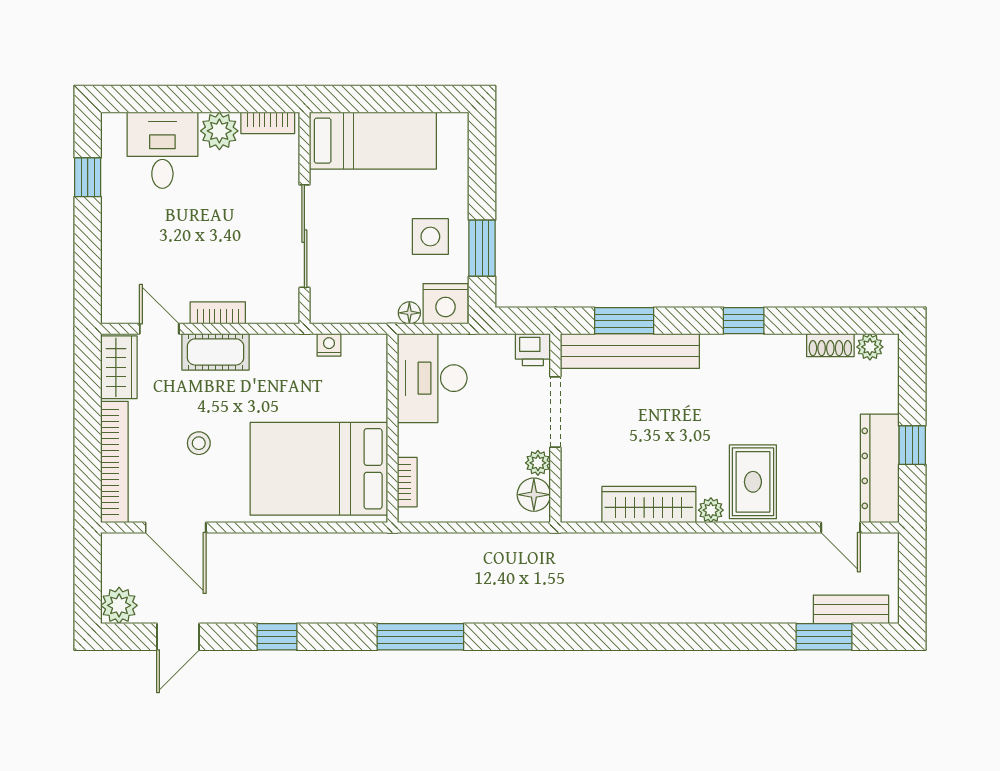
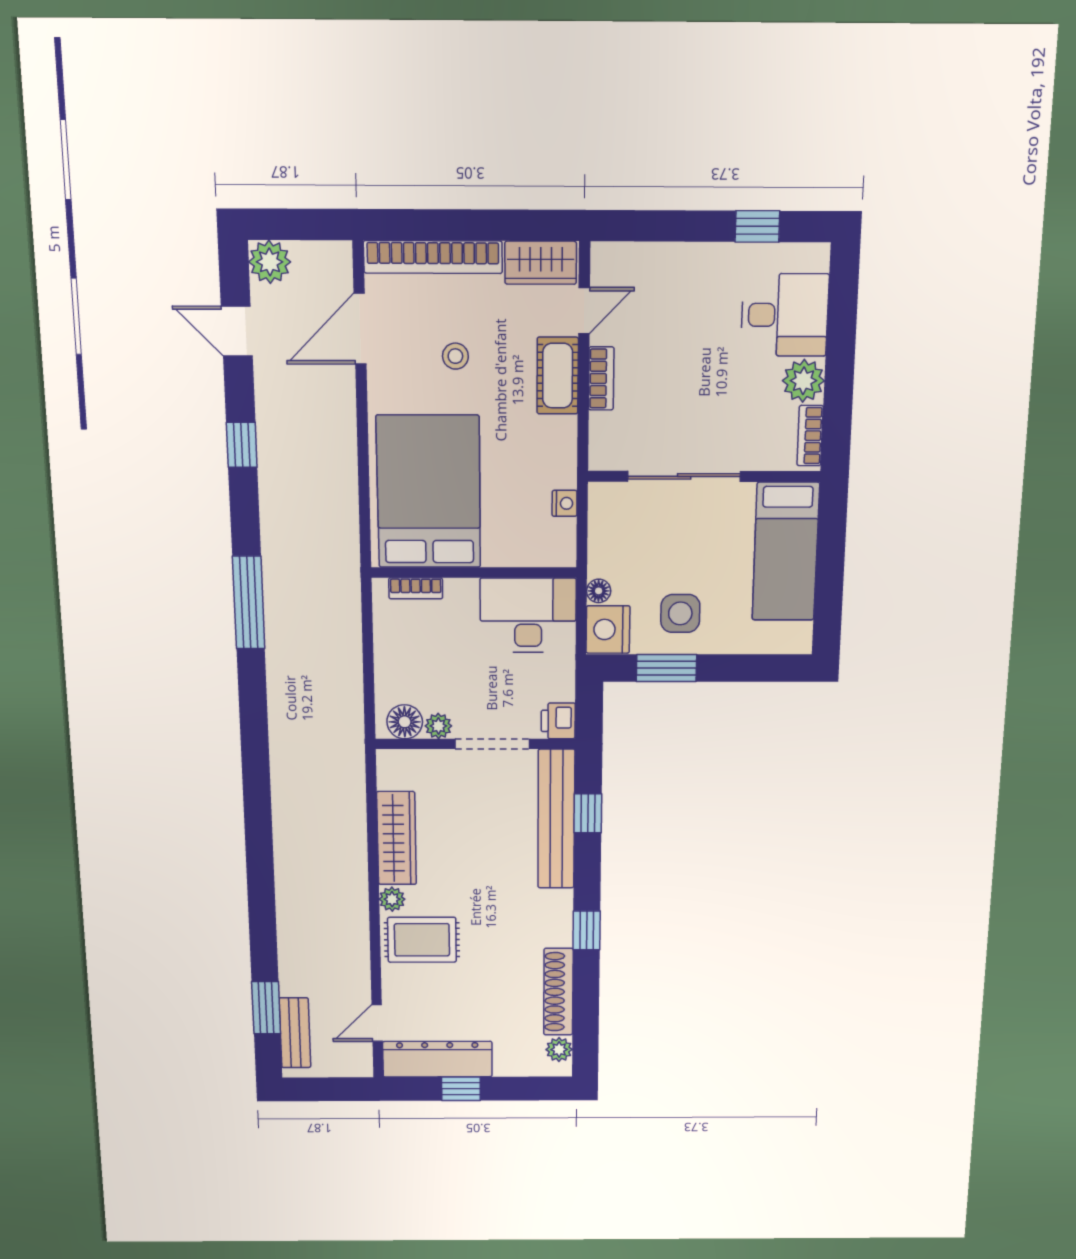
window: (624, 321) -> (588, 813), width x0.67
shoe rack: (830, 345) -> (558, 992), width x1.94, depth x1.24

